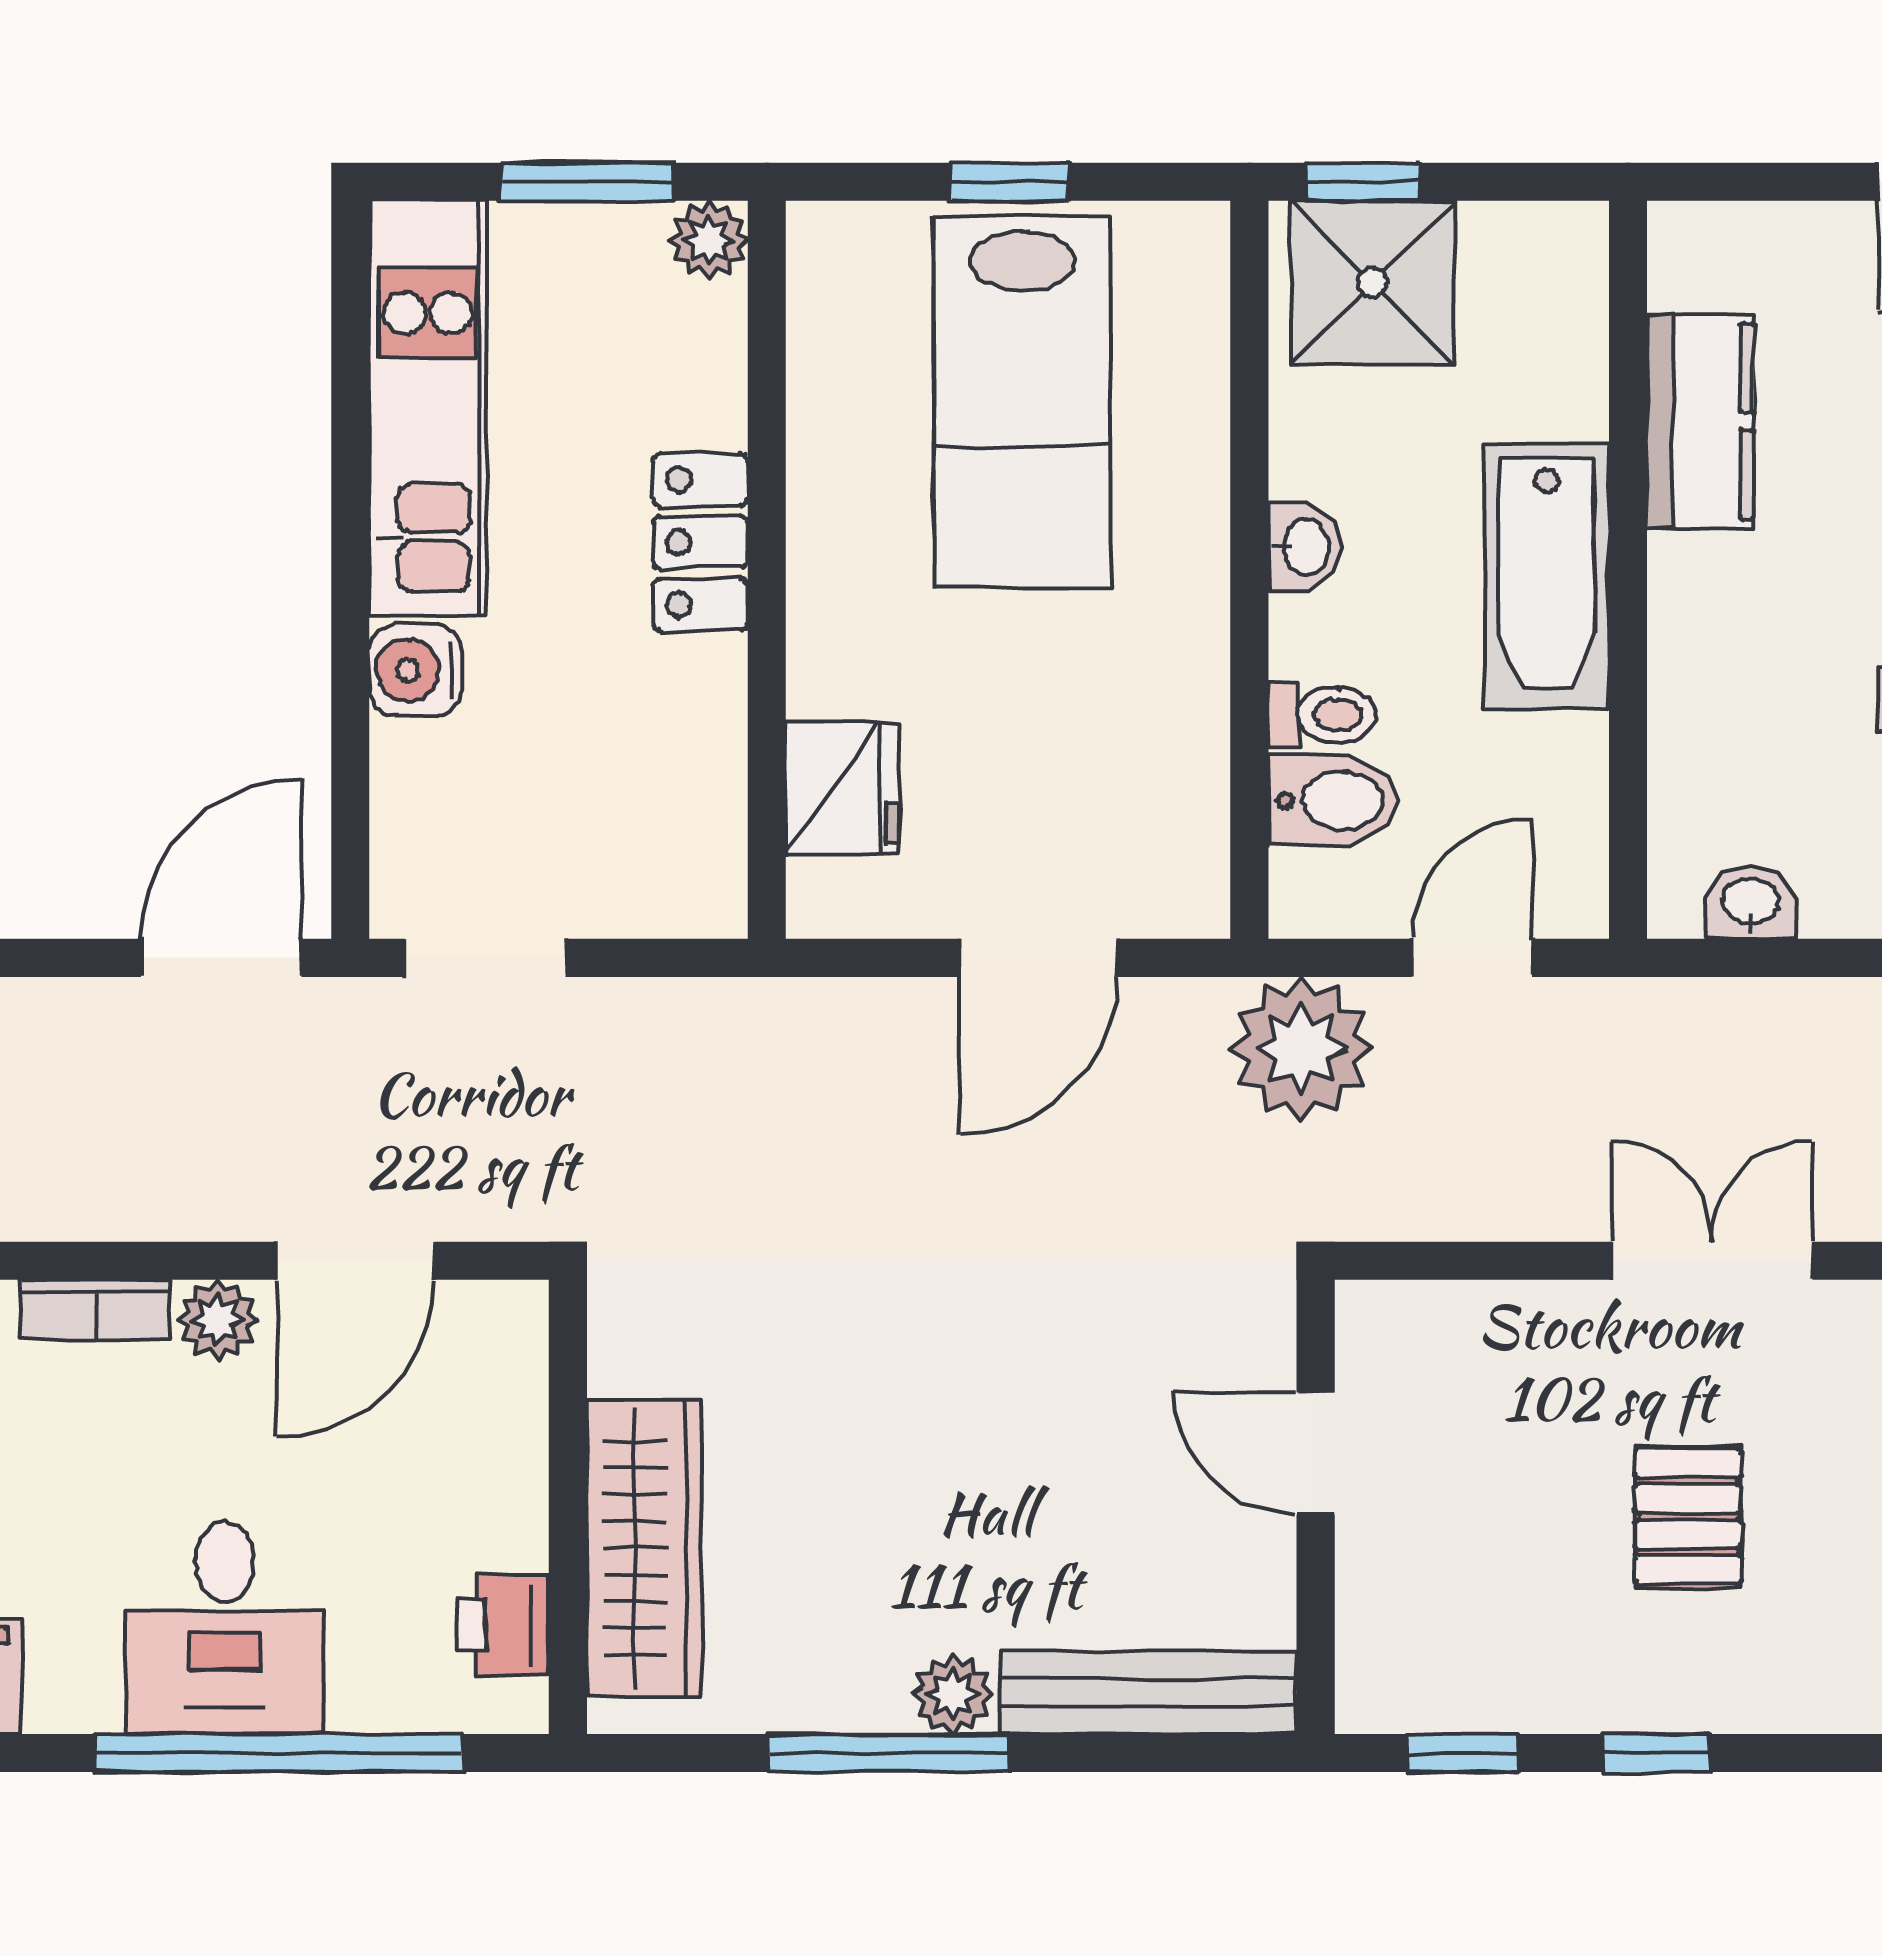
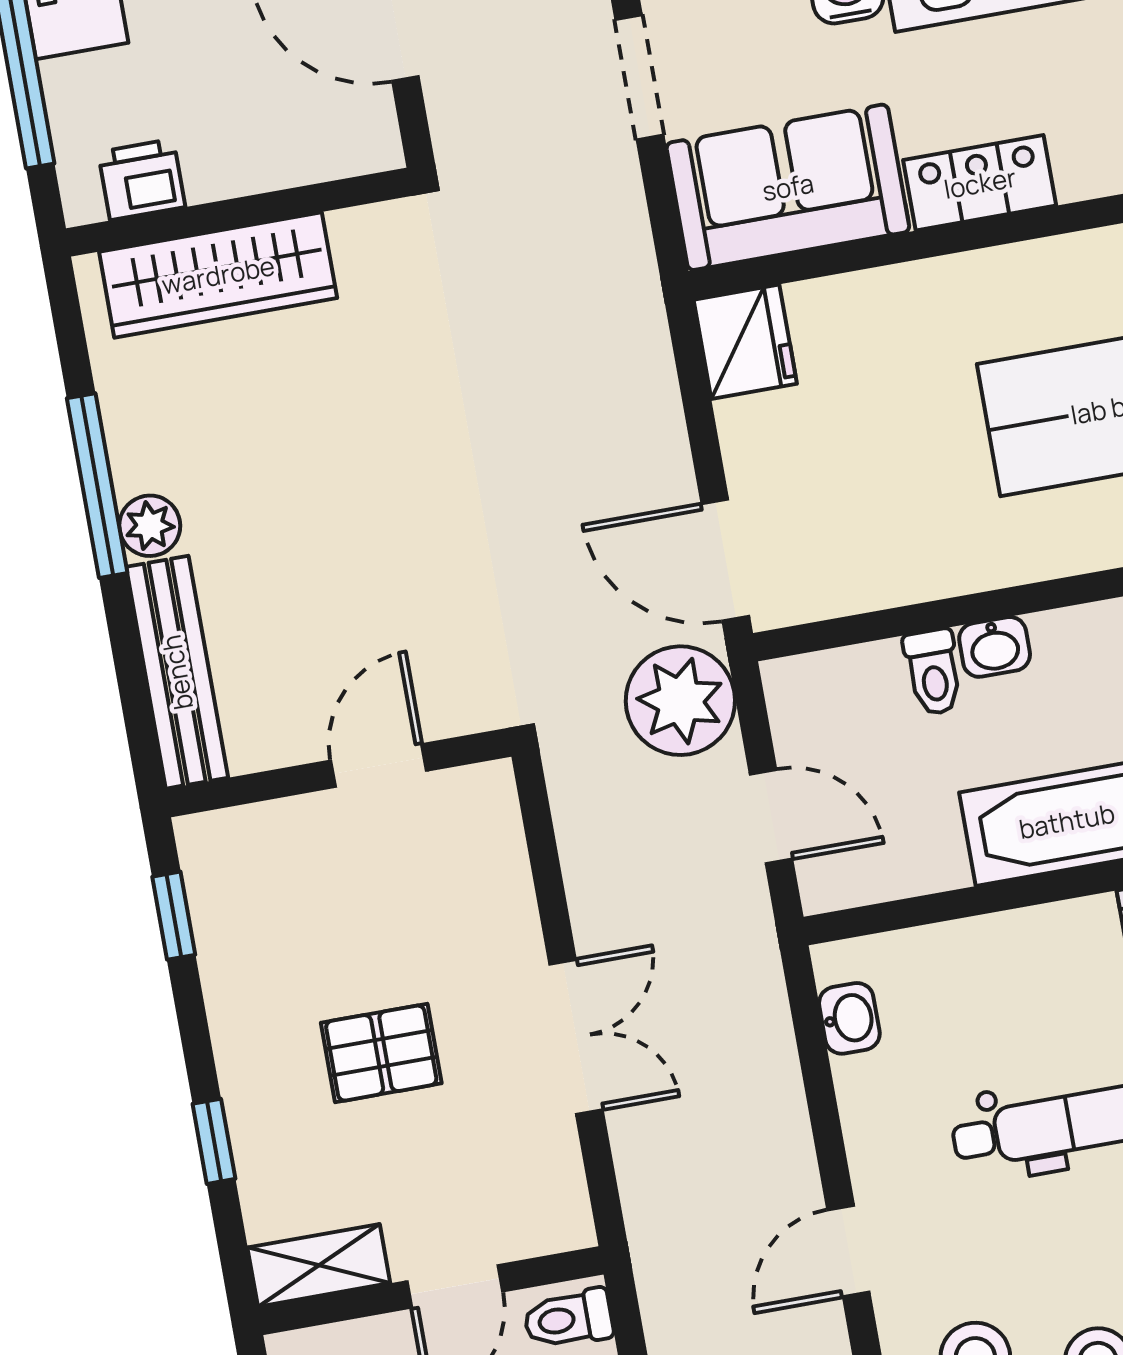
washbasin: (1304, 547) -> (995, 647), moved
fridge: (843, 788) -> (745, 342), moved, turned -90
sofa: (662, 791) -> (788, 187), added
bidet: (1333, 800) -> (871, 692), removed
door: (1039, 958) -> (725, 560), moved
window: (1656, 1753) -> (214, 1141), moved

